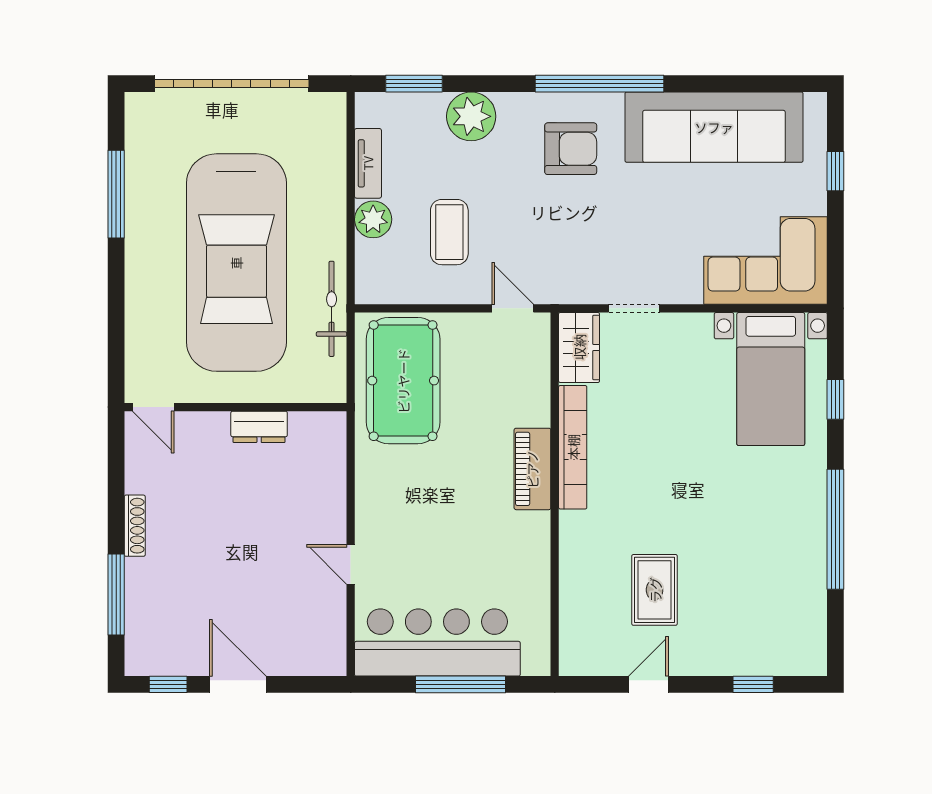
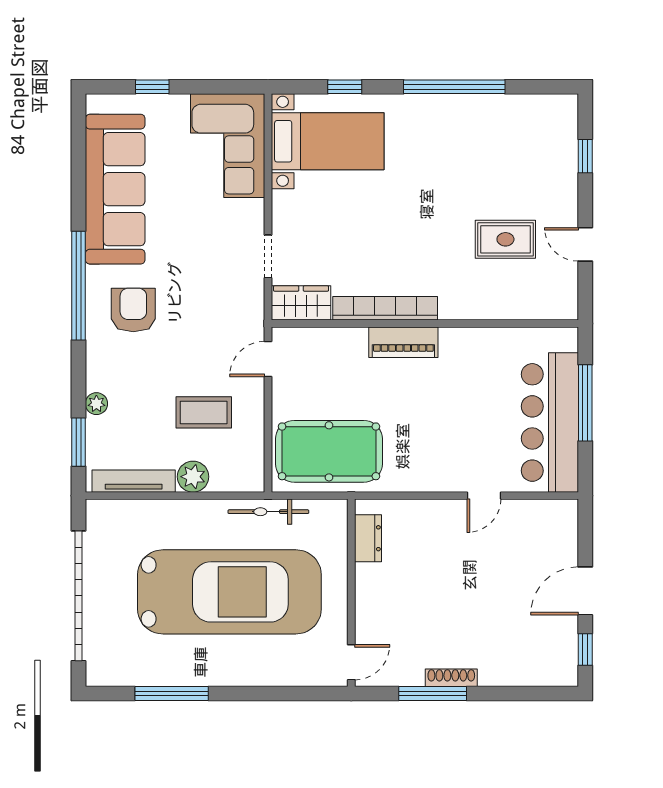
plant: (471, 116) -> (96, 404), width x0.53, depth x0.53
tv unit: (368, 163) -> (134, 481), width x1.41
dresser: (259, 427) -> (368, 538), moved
window: (116, 595) -> (433, 693), moved

